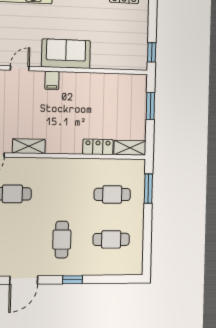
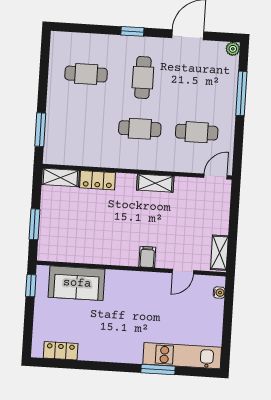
sofa: (66, 54) -> (77, 283), moved
shelving: (29, 146) -> (155, 183), moved
cafe table: (112, 194) -> (140, 129), moved

